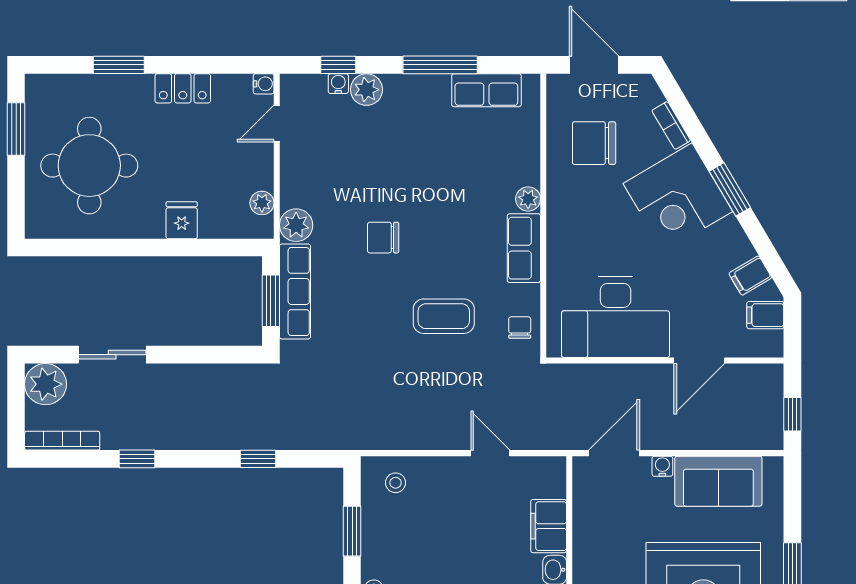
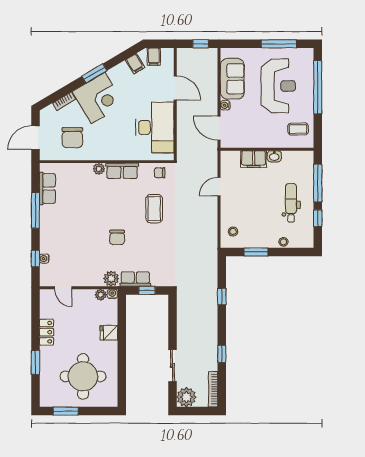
water cooler: (264, 84) -> (112, 294), moved
plant: (367, 90) -> (47, 245), removed
row of seats: (295, 292) -> (135, 279), width x0.68
window: (271, 301) -> (147, 290), width x0.67

